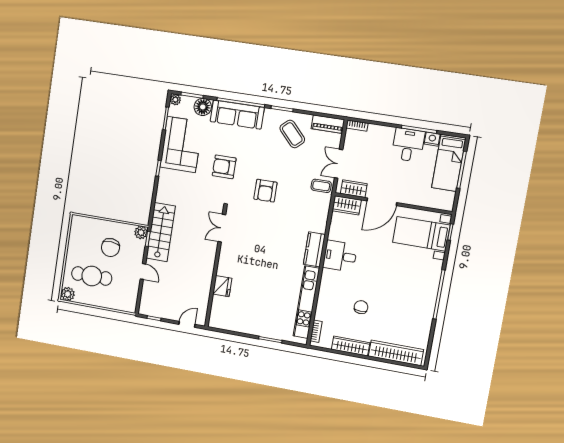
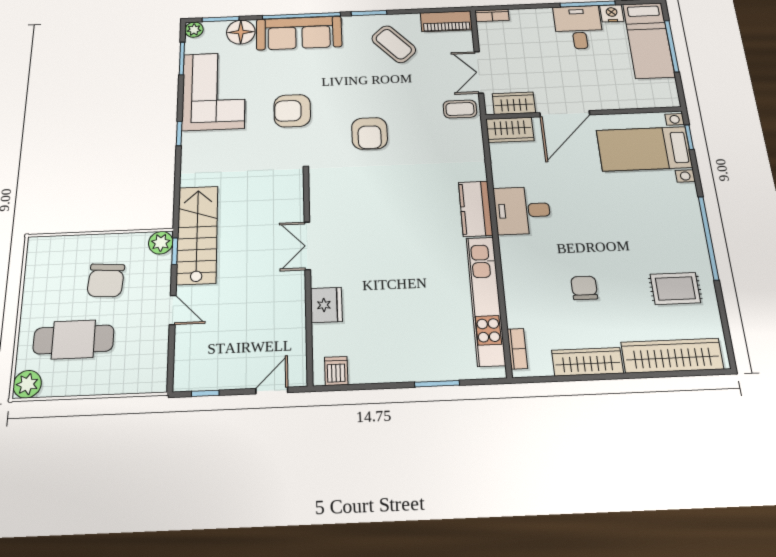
double door: (222, 228) -> (307, 246), moved
rug: (410, 318) -> (675, 288), added
dishwasher: (221, 322) -> (336, 371), added

